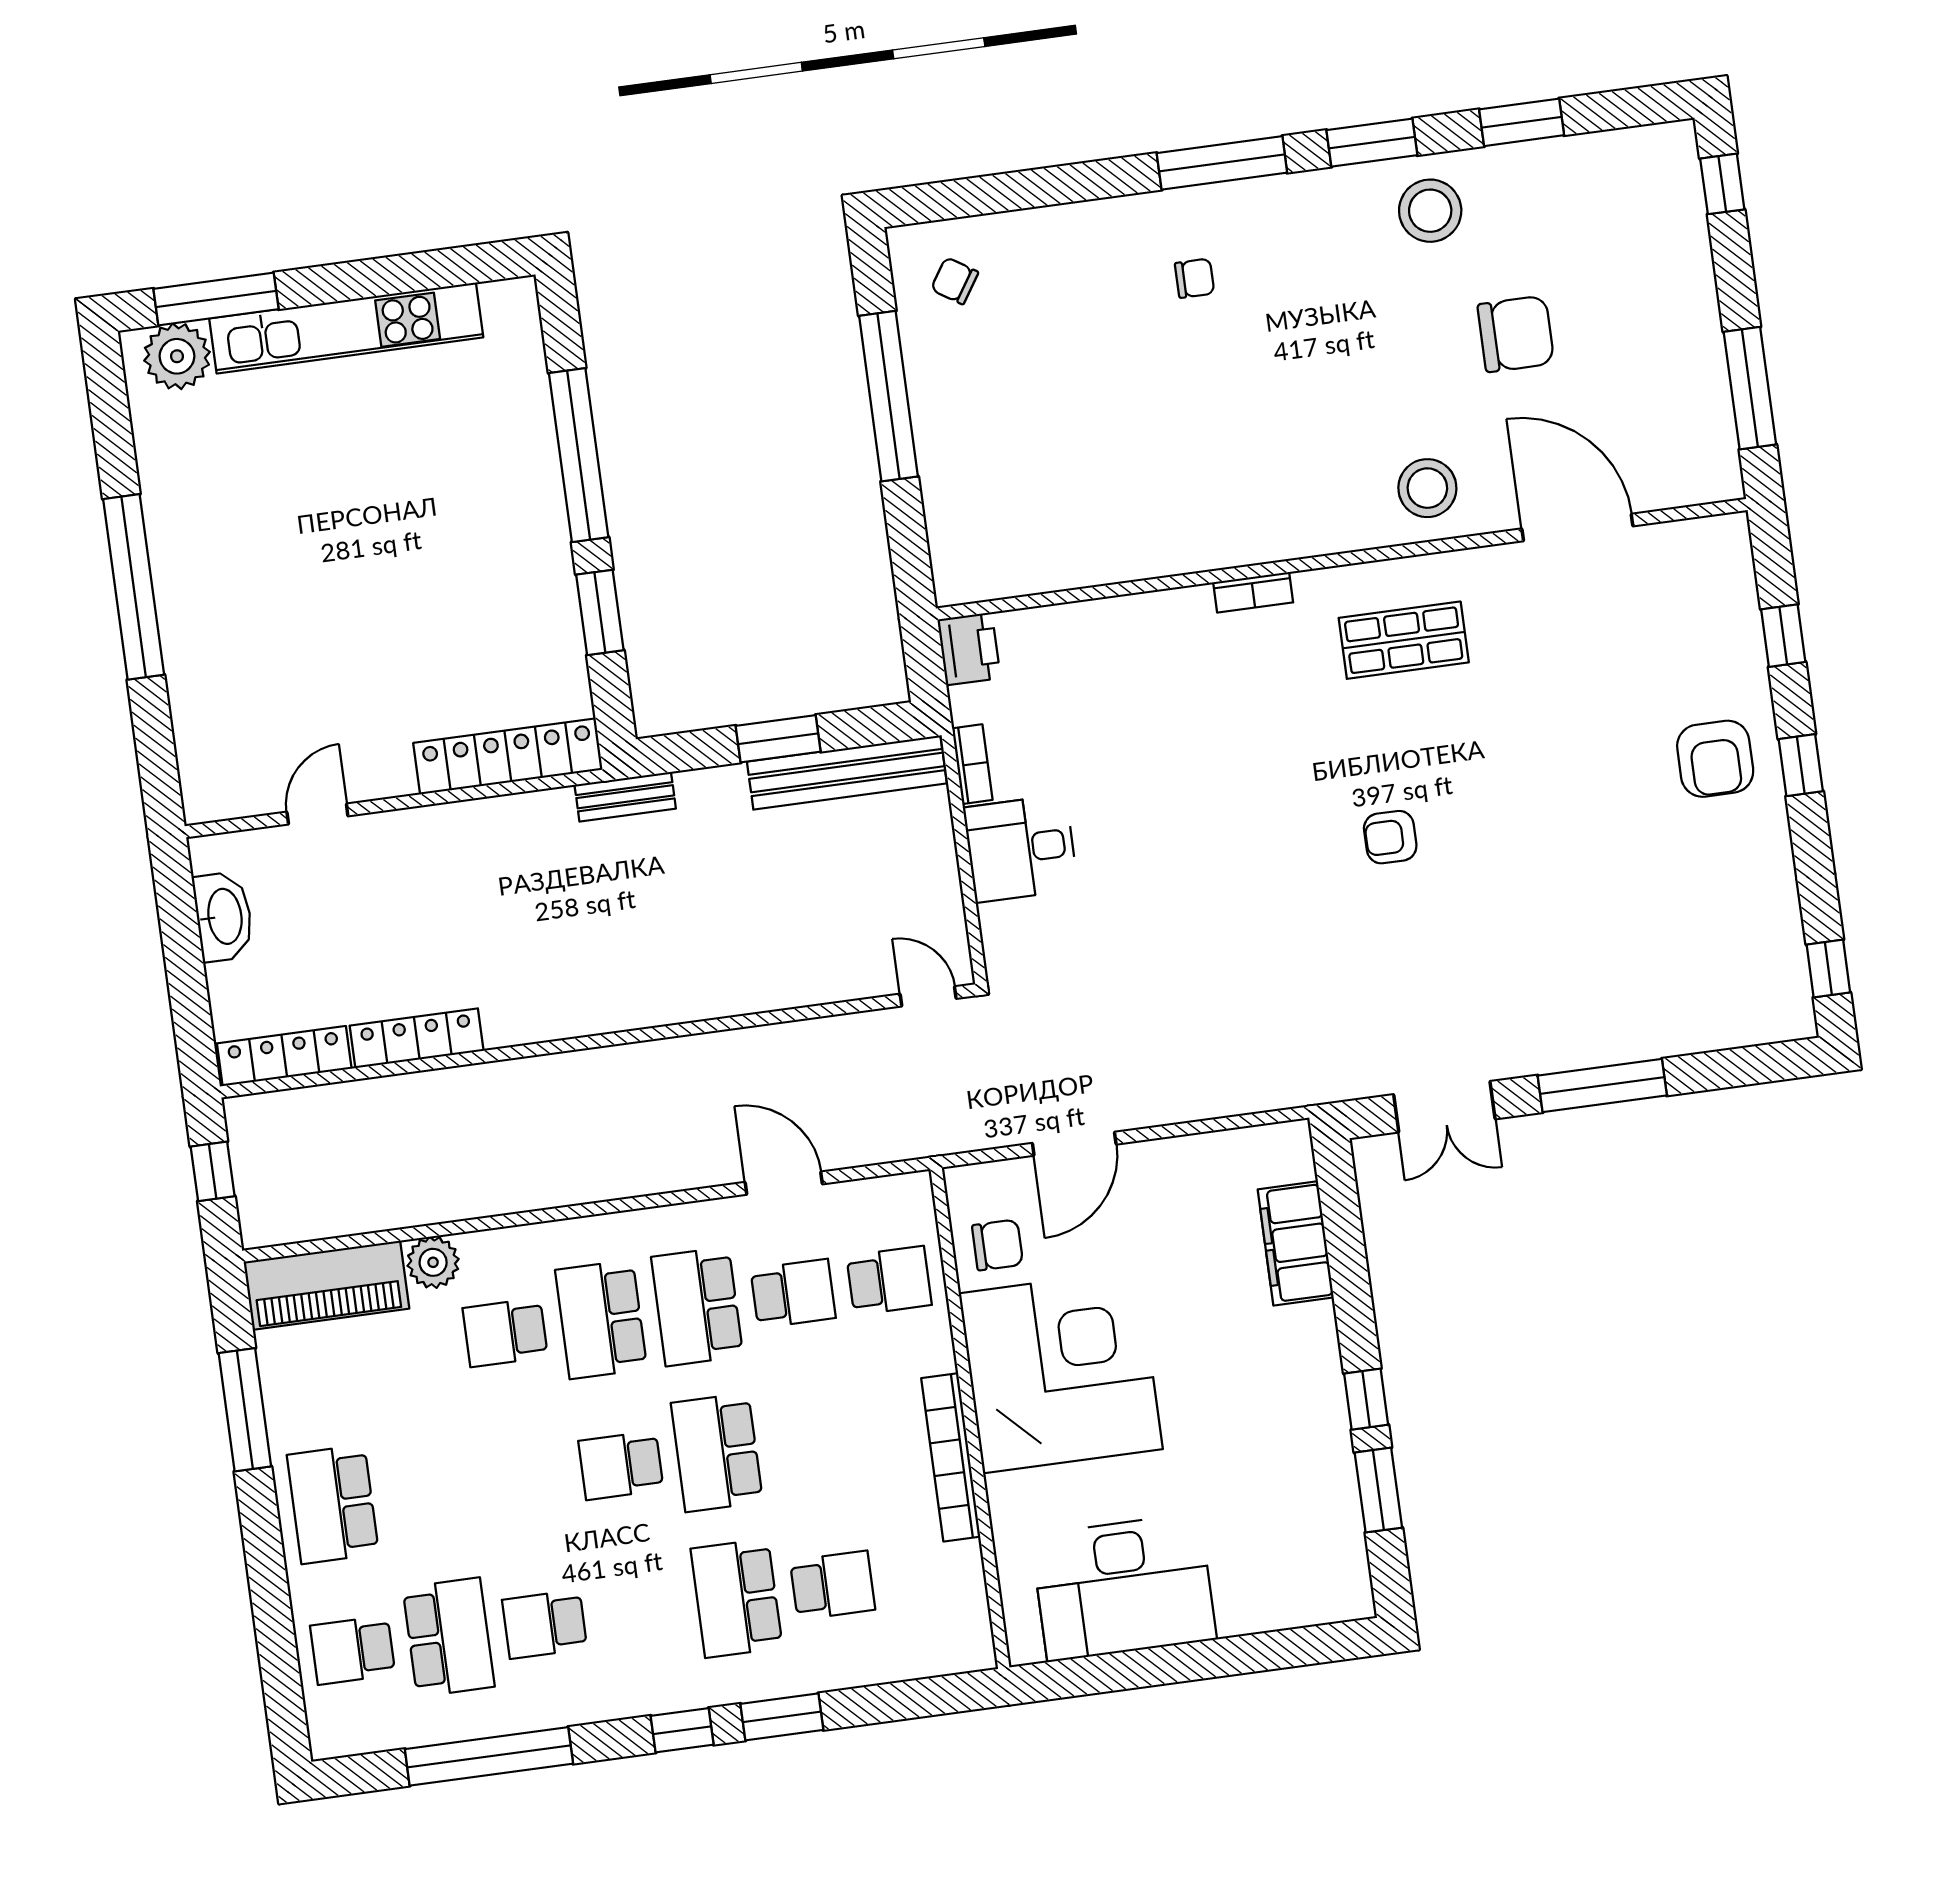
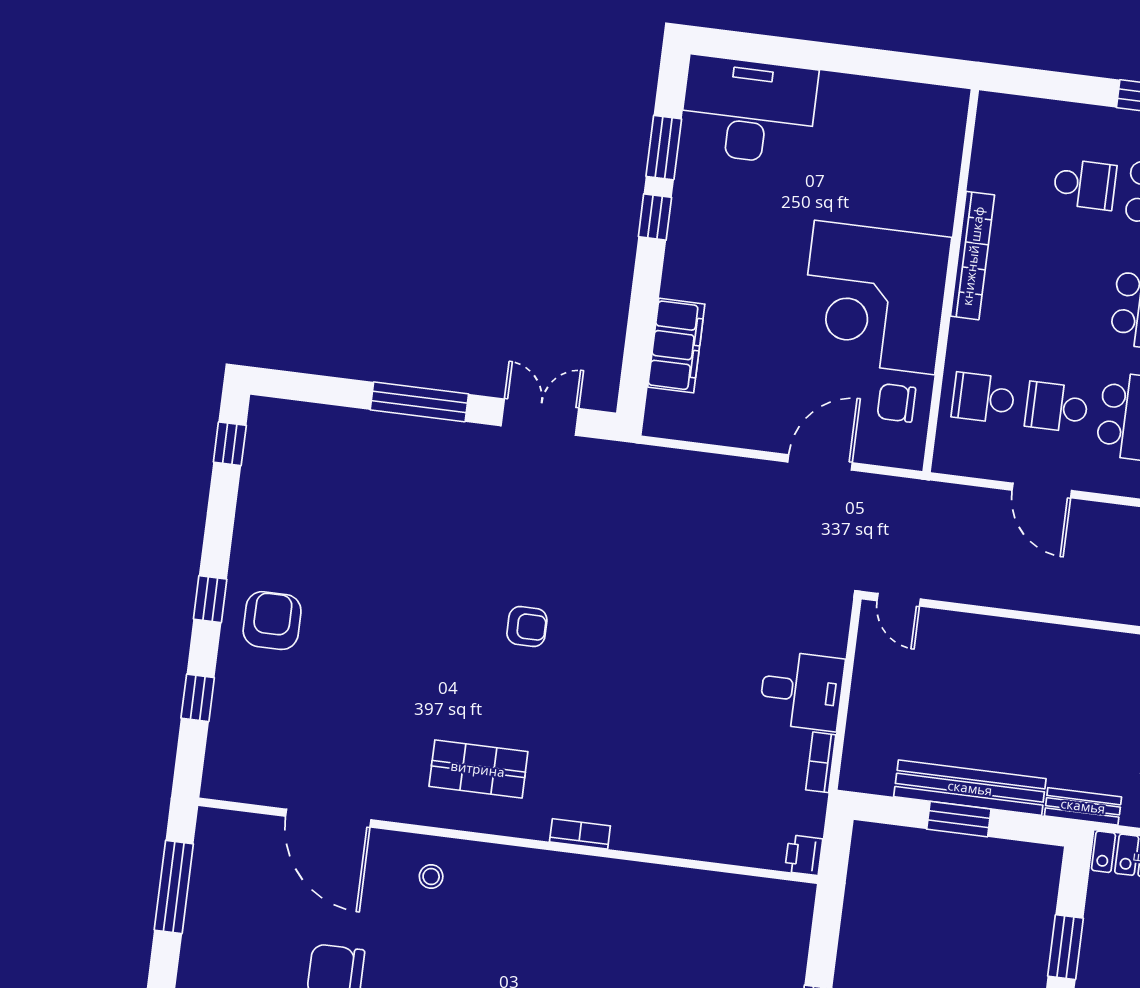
stool: (1427, 488) -> (431, 876), width x0.53, depth x0.53
printer: (969, 649) -> (804, 855), width x0.73, depth x0.81
bench: (847, 772) -> (970, 788), moved
school desk: (833, 1585) -> (1085, 184), turned 180
desk: (1124, 1587) -> (748, 110), moved

